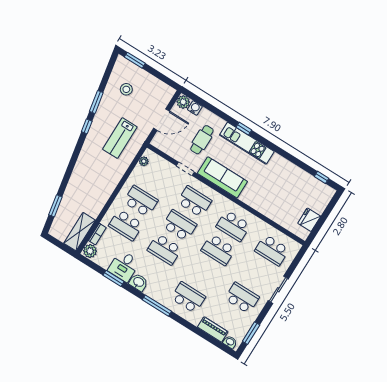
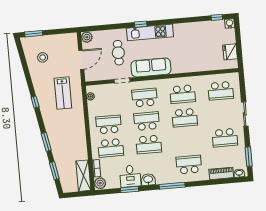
window: (96, 102) -> (46, 142), moved
water cooler: (195, 108) -> (230, 23), moved
school desk: (242, 298) -> (225, 138), turned 180

